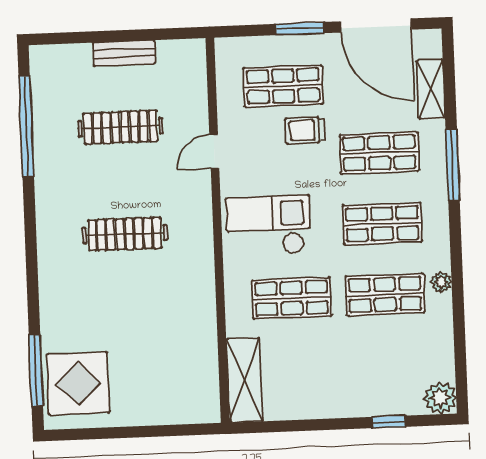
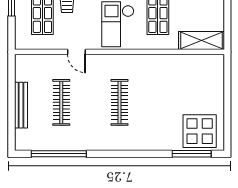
bench: (124, 53) -> (21, 105), width x1.36

